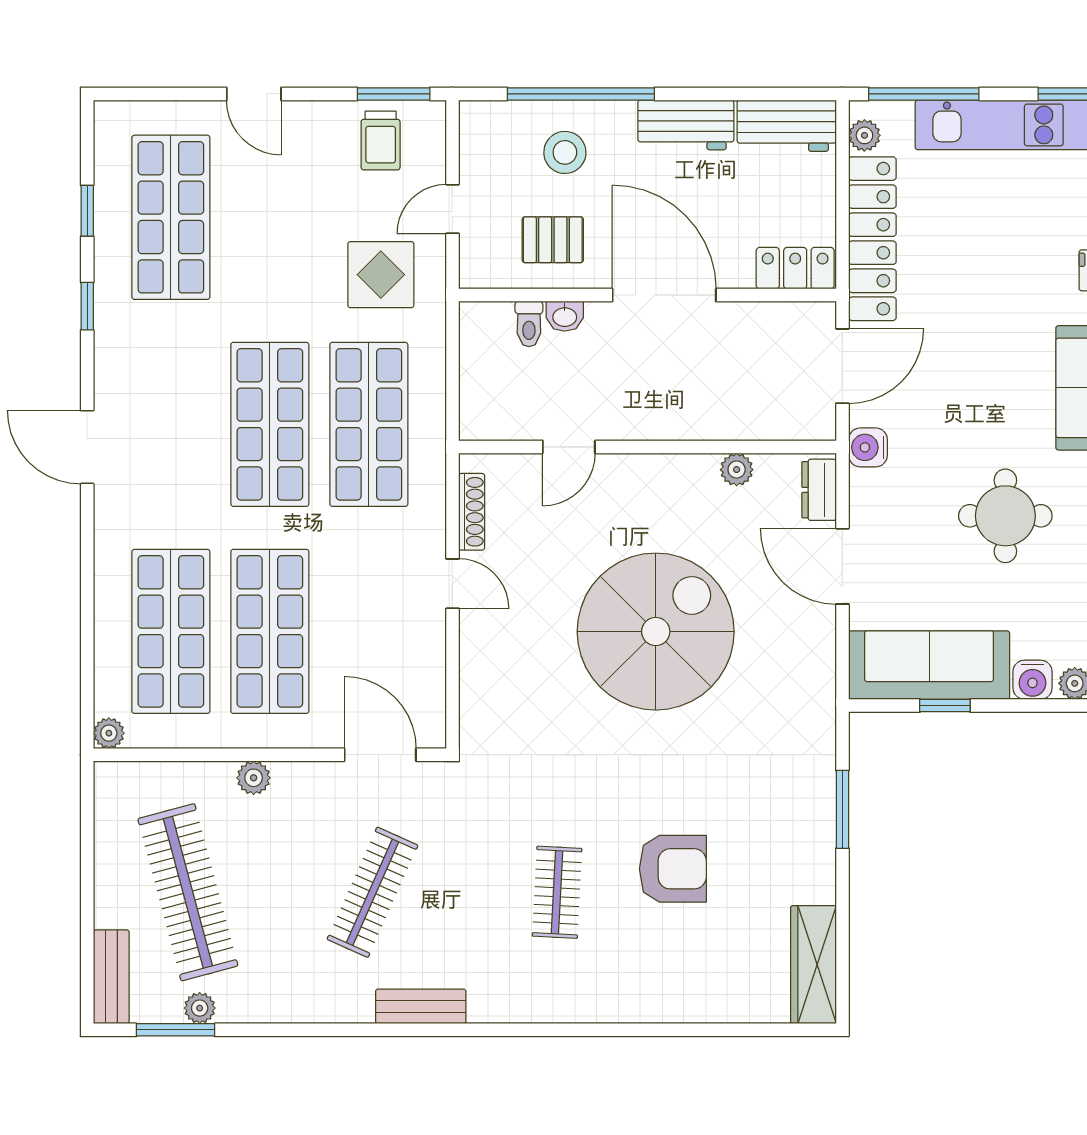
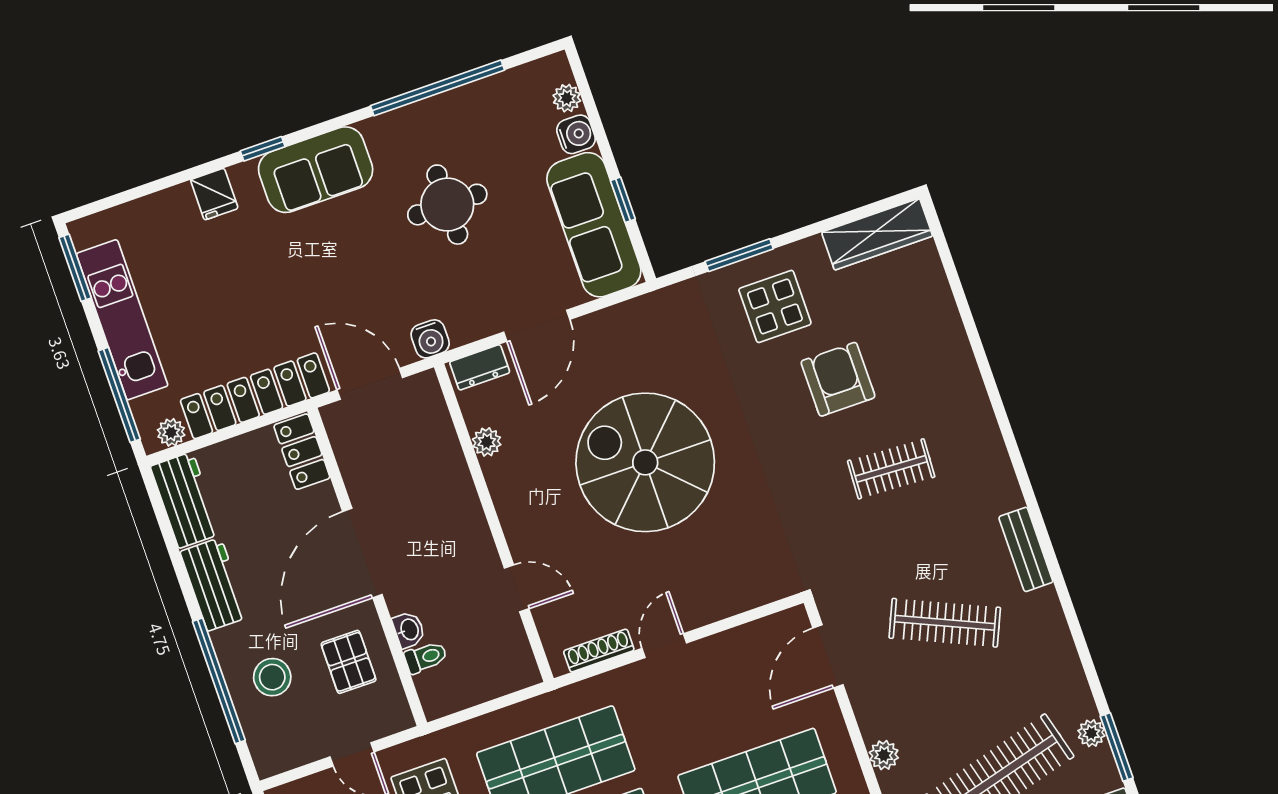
display table: (774, 828) -> (775, 306), added

